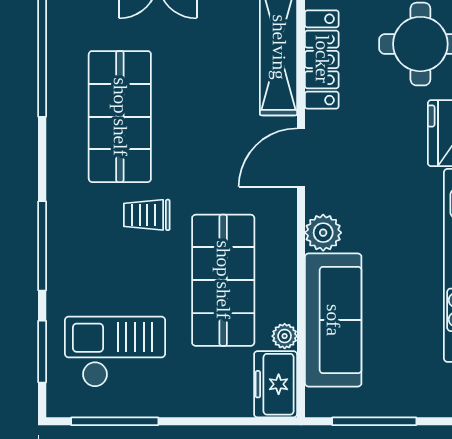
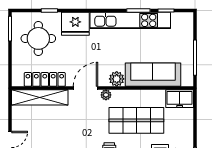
door: (301, 158) -> (85, 88), swing flipped
plant: (285, 336) -> (106, 95), moved

